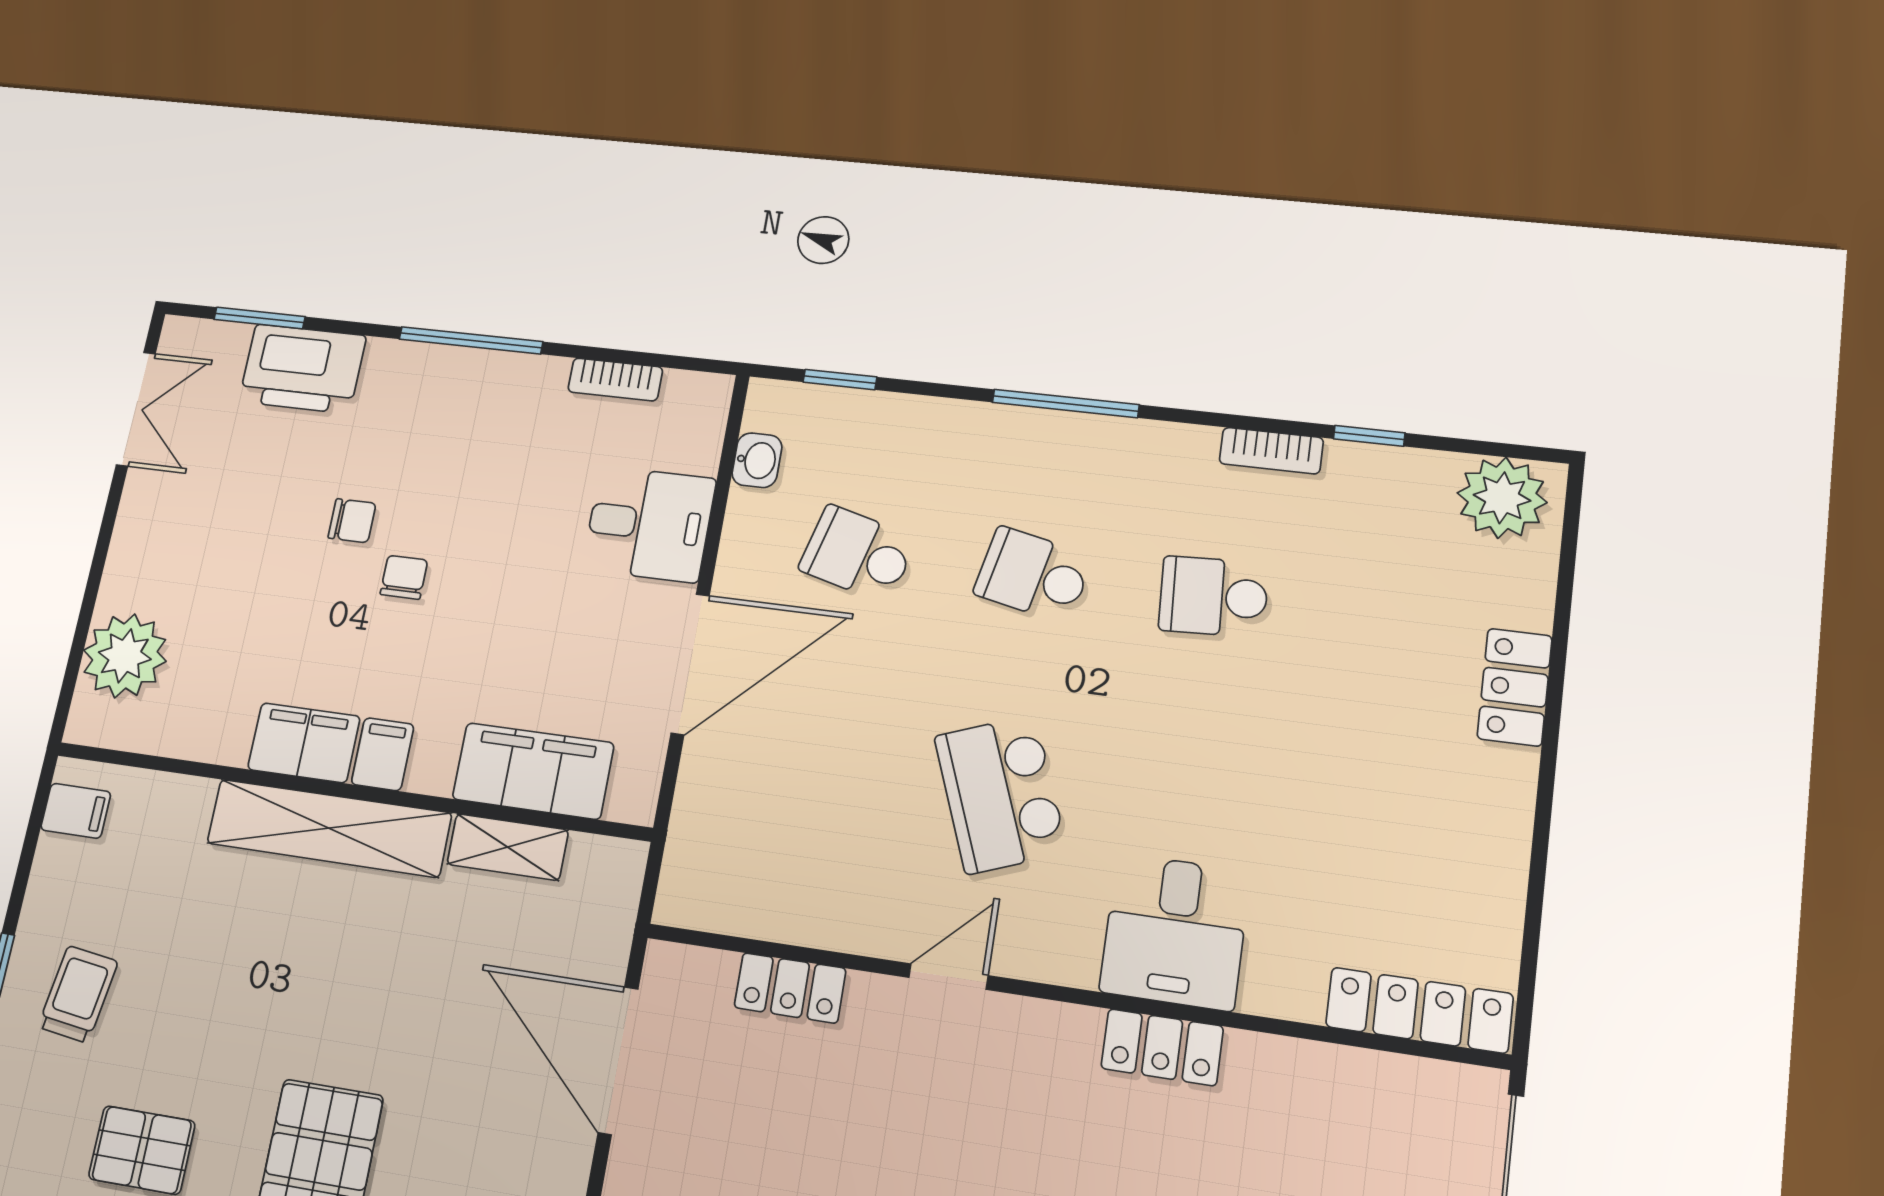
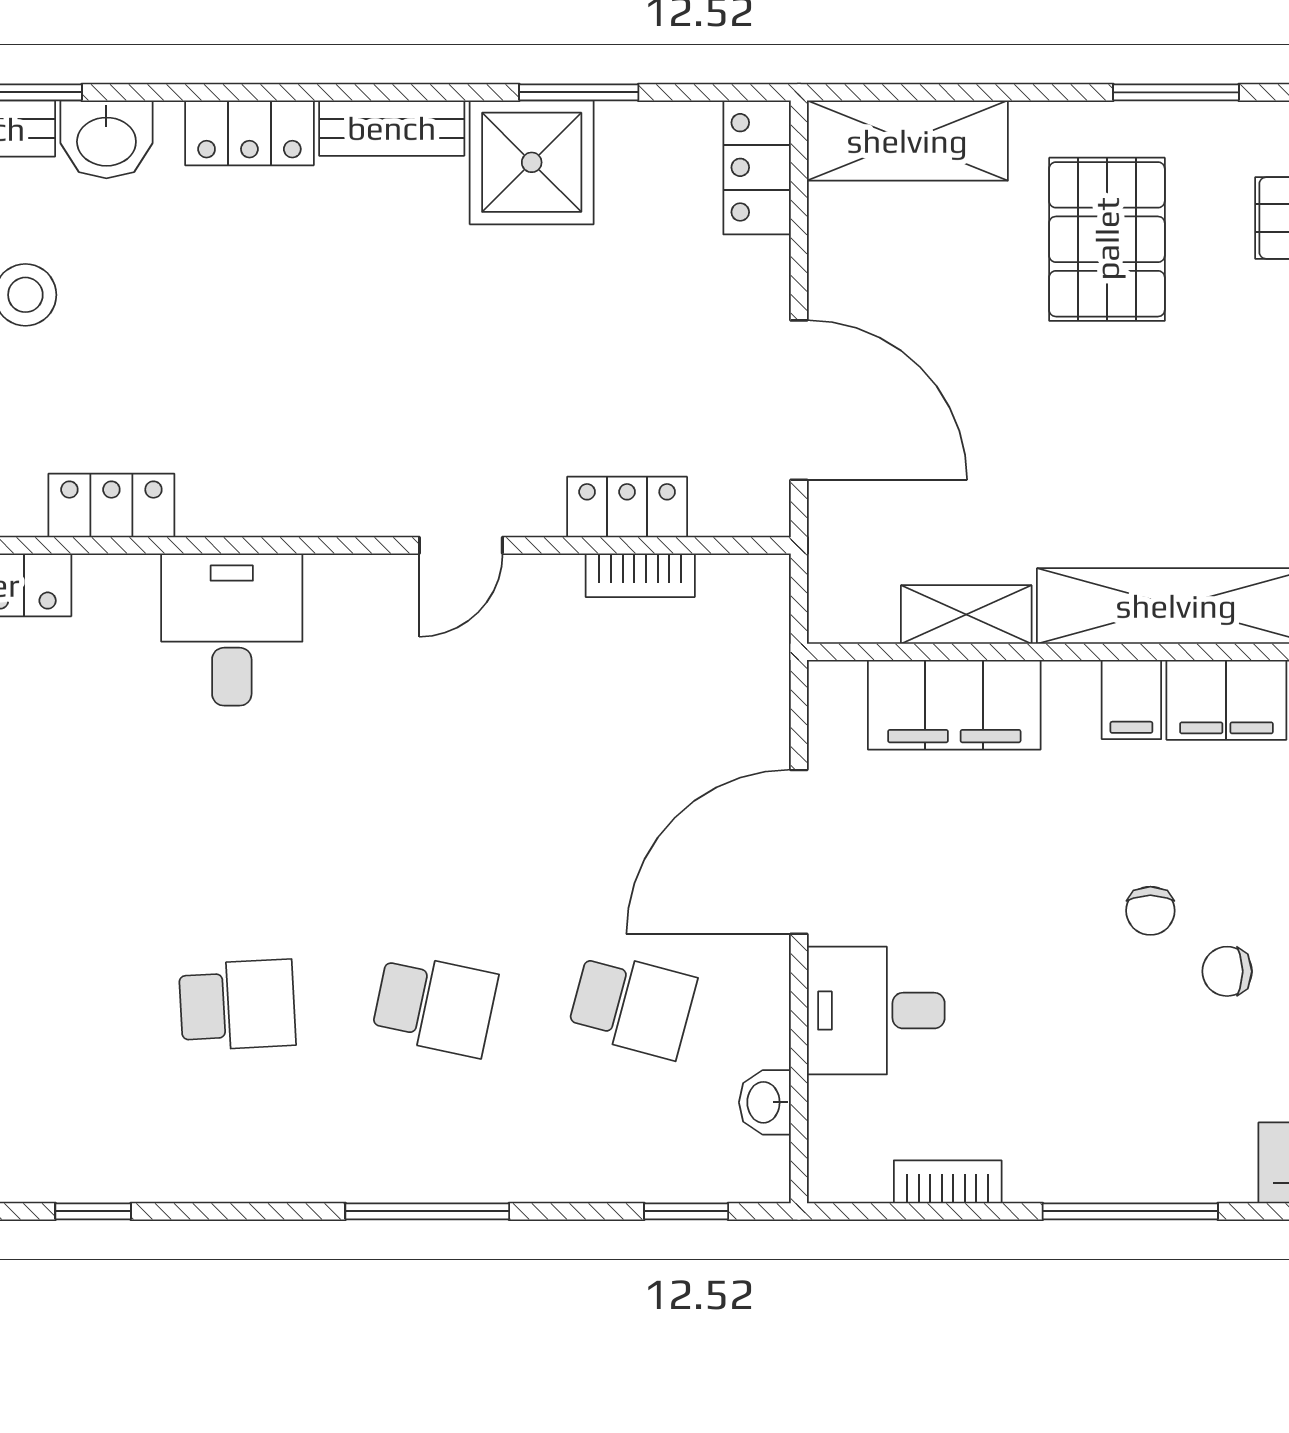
bookcase: (1271, 451) -> (640, 575), moved, turned 180
school desk: (1000, 794) -> (435, 752), removed
locker: (1162, 1047) -> (111, 505), moved

